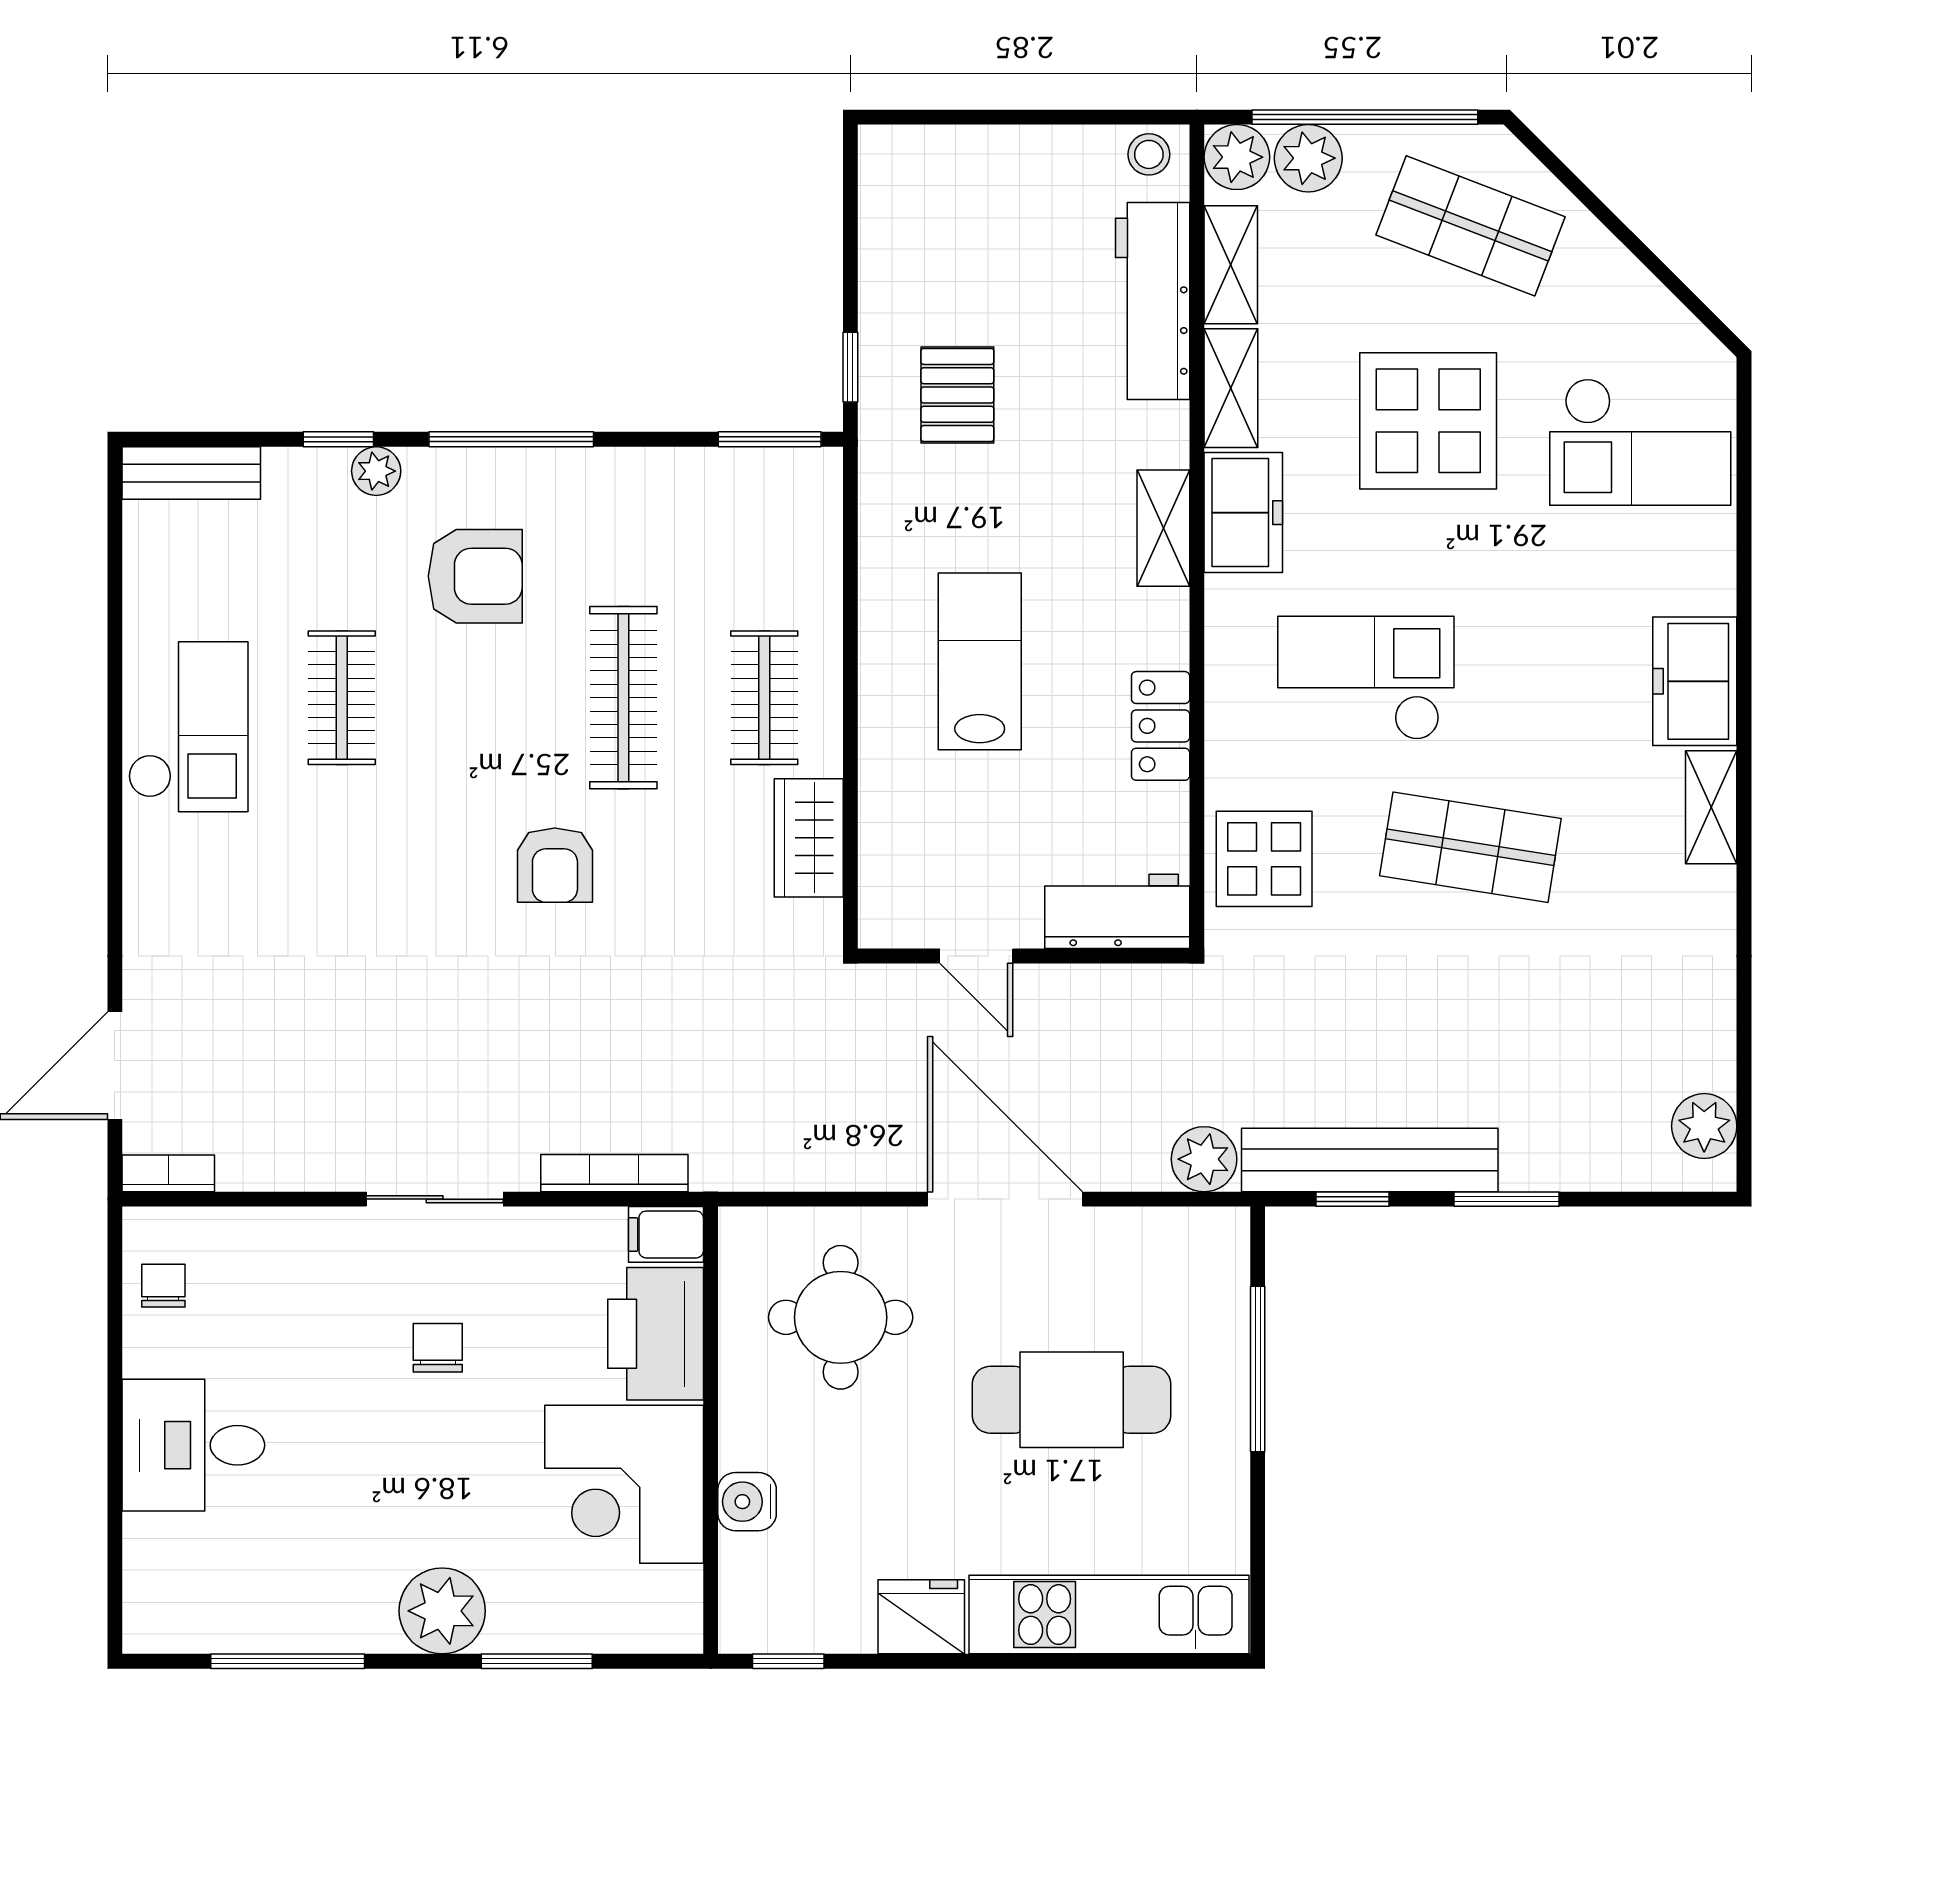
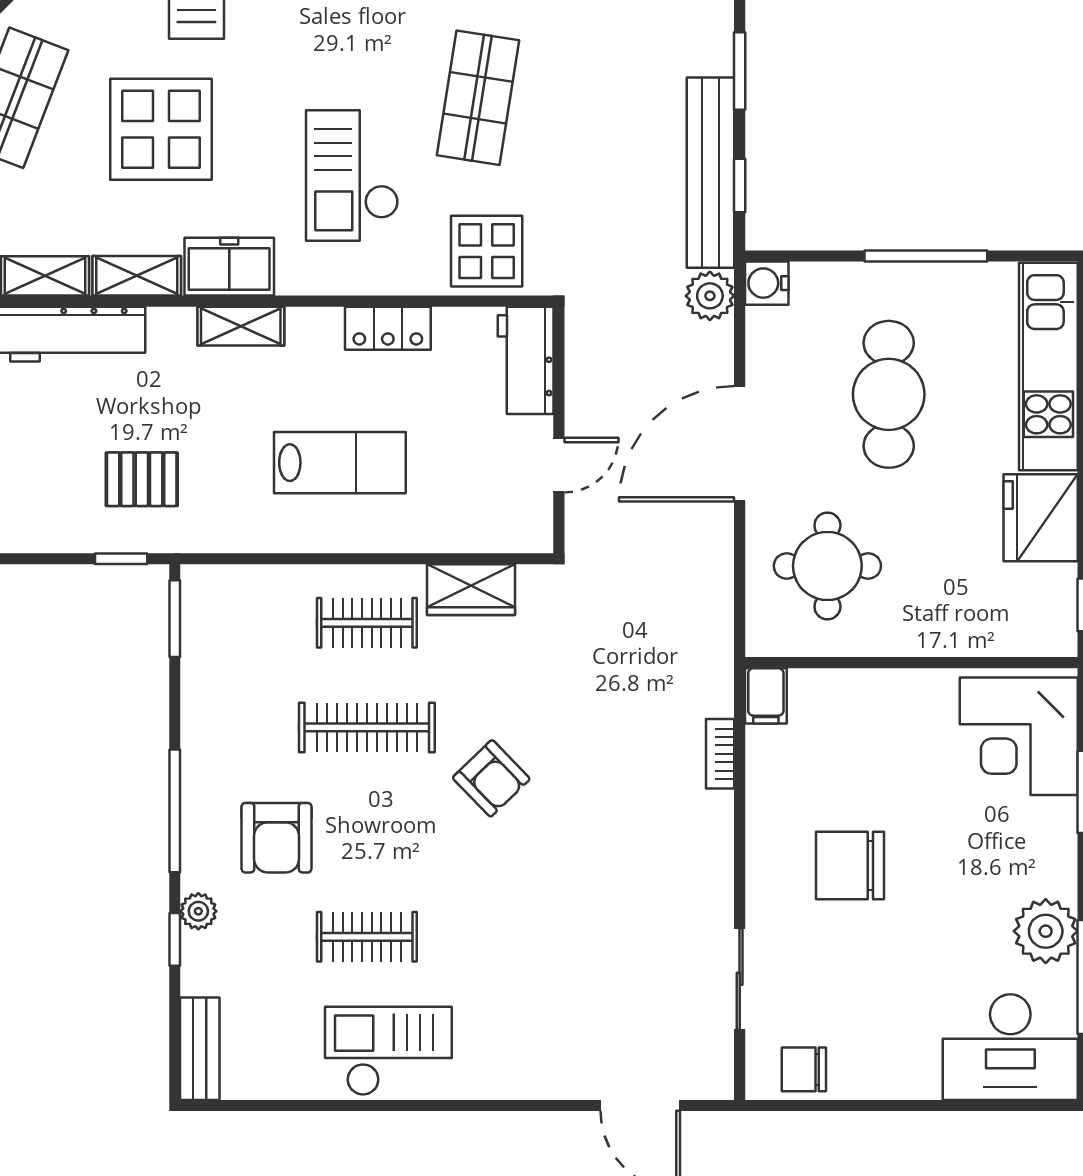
armchair: (475, 576) -> (277, 838), turned 180
lab bench: (980, 661) -> (340, 463), turned 180
armchair: (555, 865) -> (491, 778), turned 46
bookcase: (168, 1173) -> (720, 1066), removed
bookcase: (614, 1173) -> (720, 754), width x0.64
sliding door: (435, 1199) -> (740, 979), moved
chair: (163, 1286) -> (804, 1069), width x1.37, depth x1.37
printer: (656, 1334) -> (840, 704), removed
chair: (438, 1348) -> (850, 865), width x1.87, depth x1.87
window: (1258, 1369) -> (926, 256), moved
desk: (193, 1445) -> (1010, 1047), moved, width x1.37
corner desk: (624, 1484) -> (1019, 736), moved, turned 90
water cooler: (747, 1502) -> (767, 283), moved, turned 90
plant: (442, 1611) -> (1046, 931), moved
fridge: (921, 1617) -> (1041, 518), width x1.36, depth x1.34

